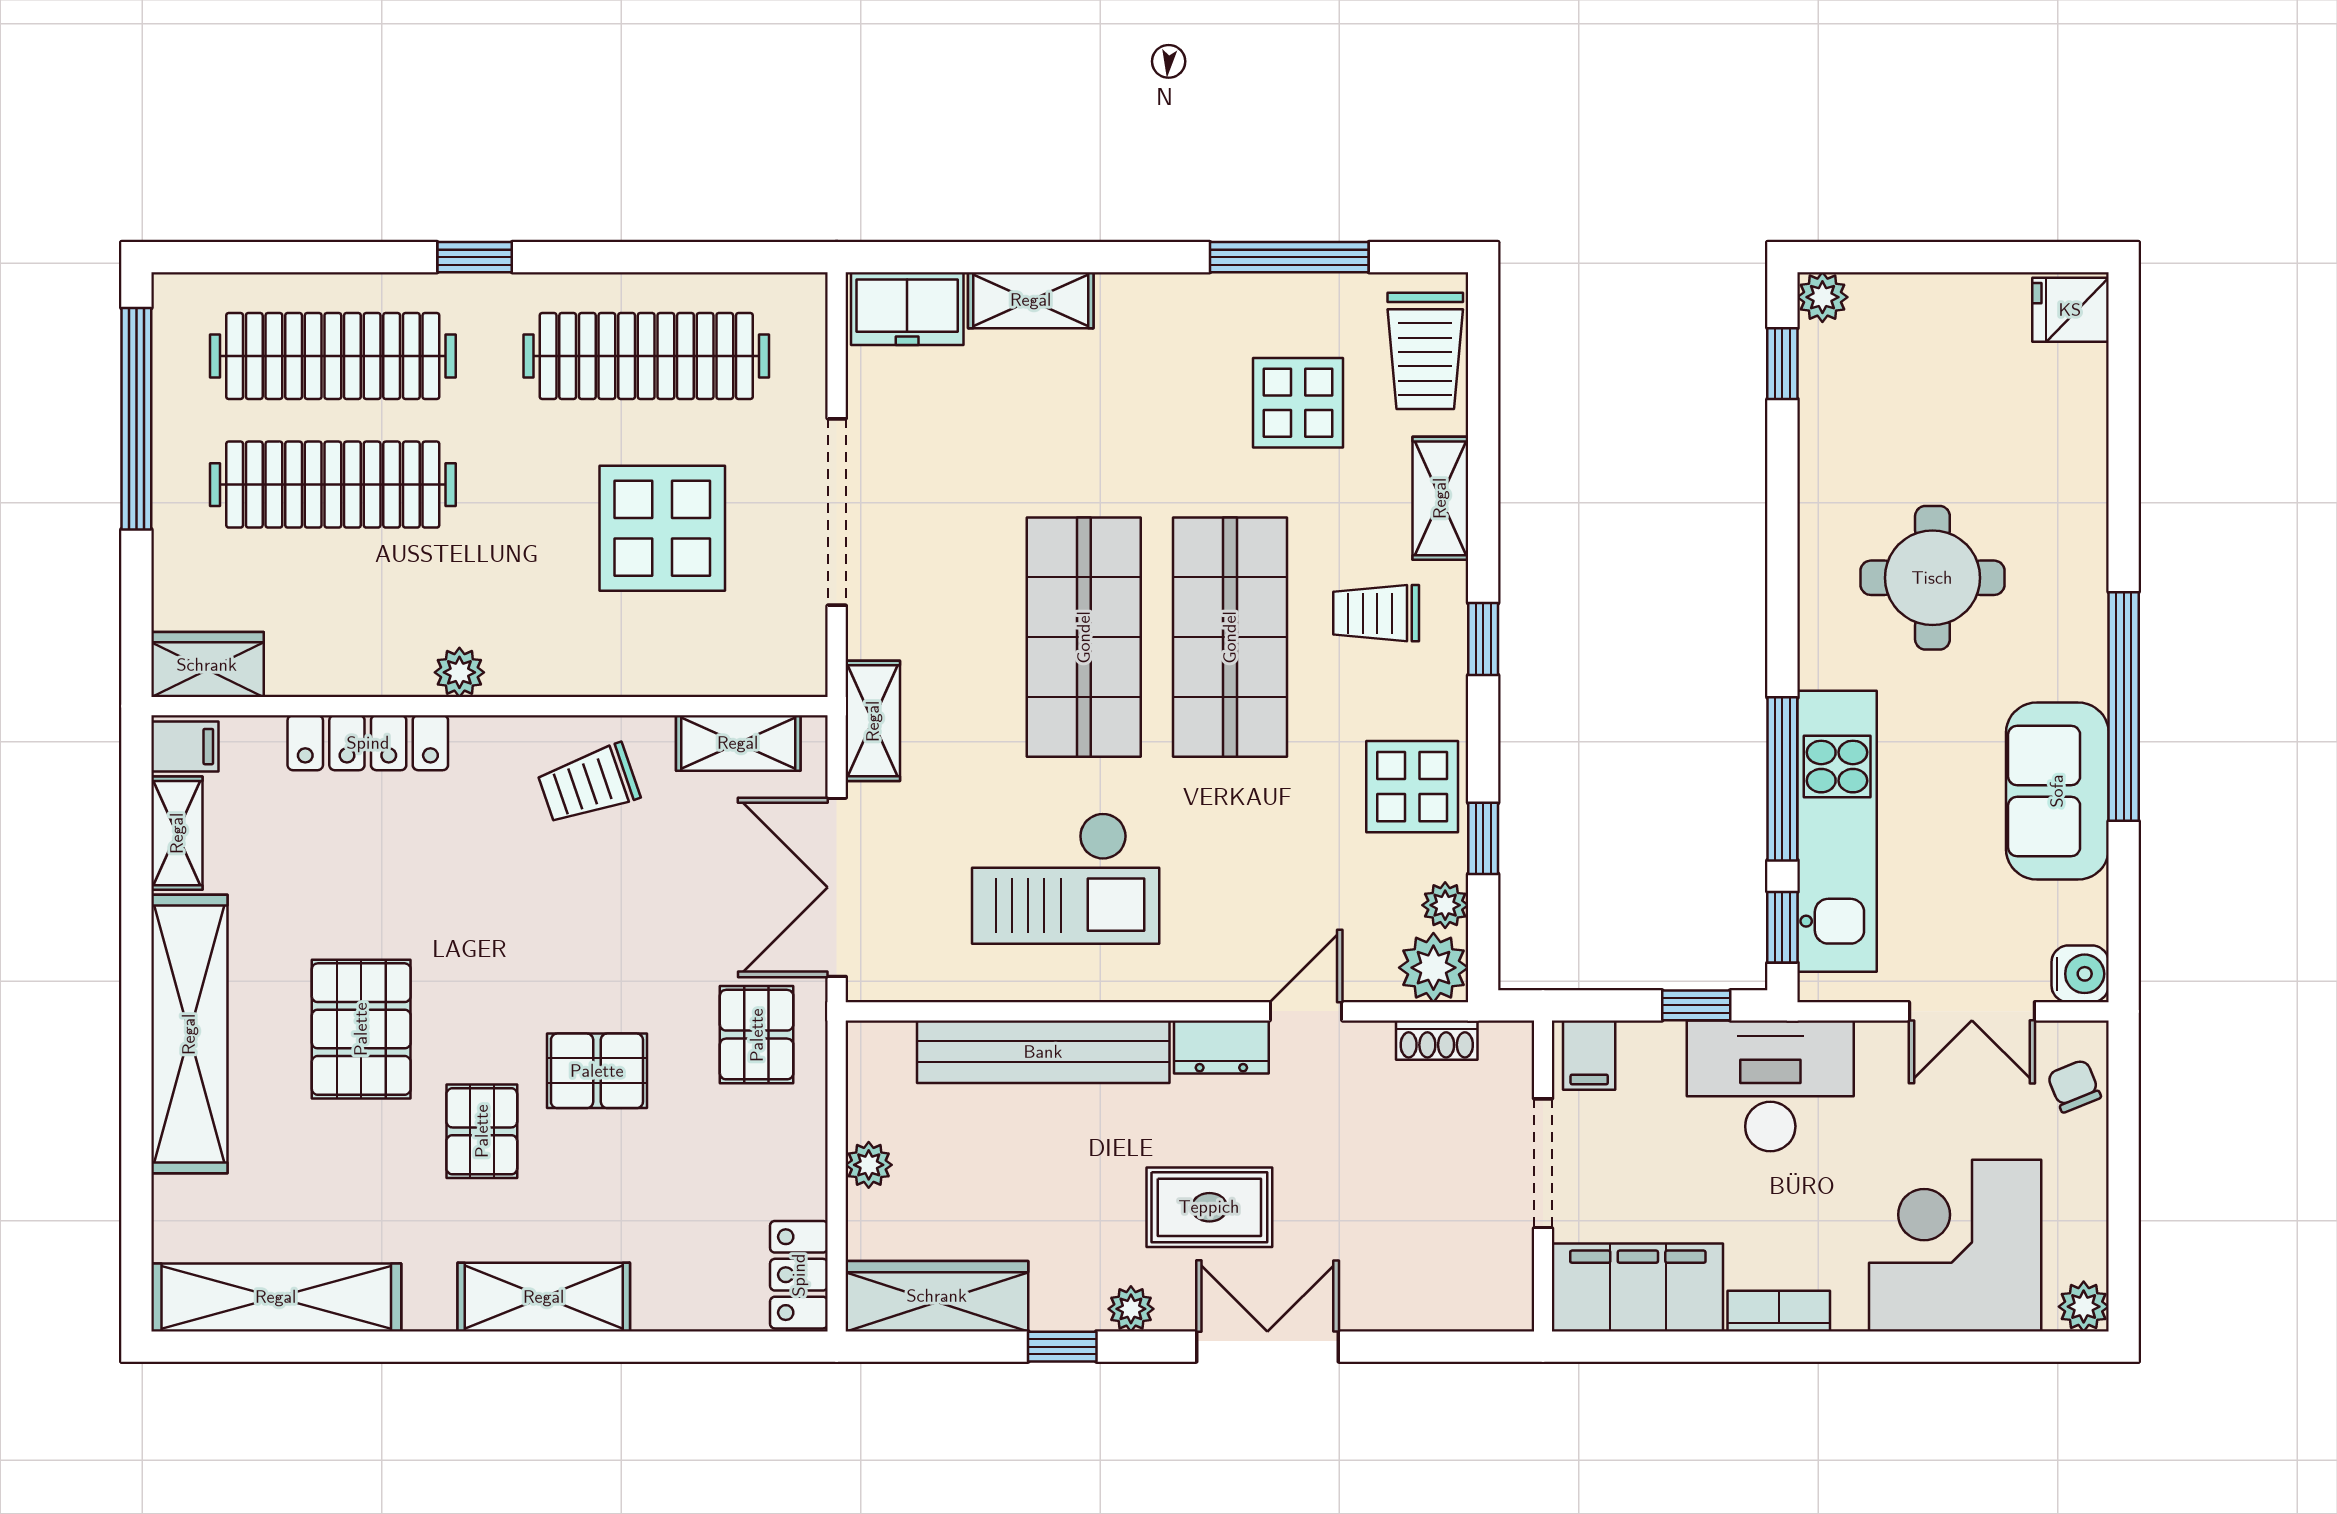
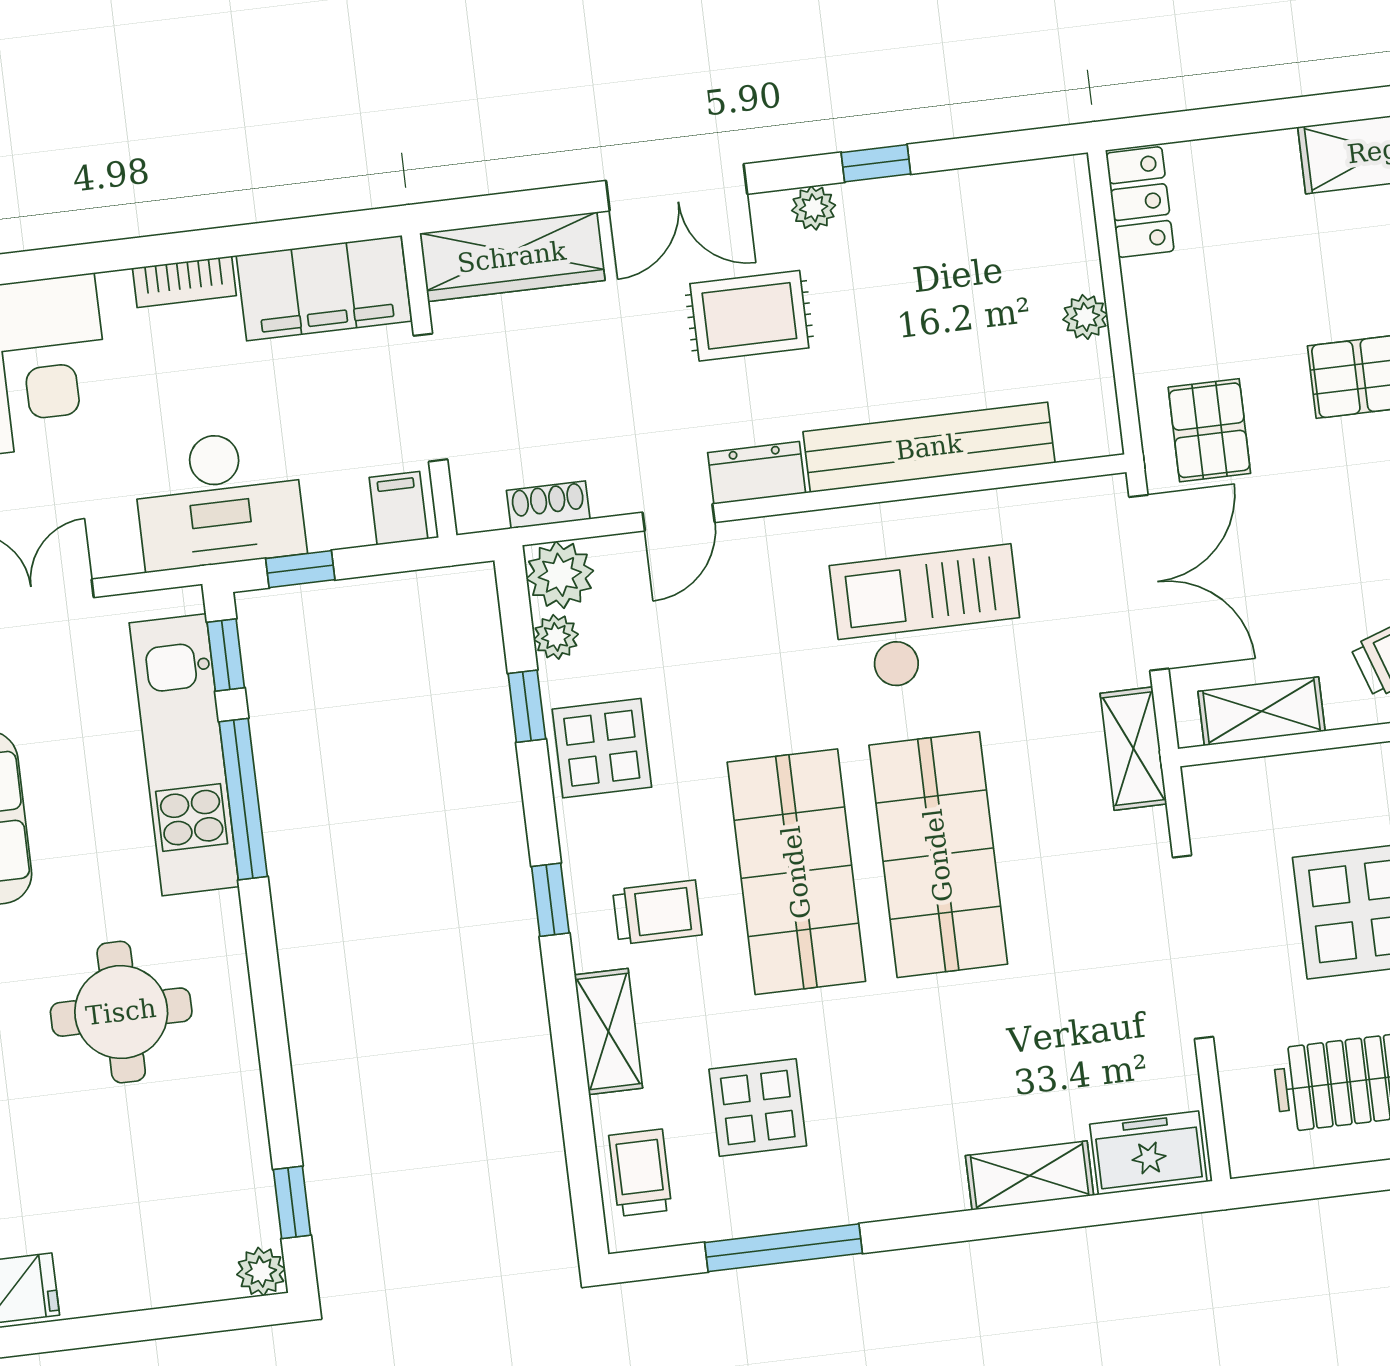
trolley: (1425, 351) -> (640, 1173), width x0.73, depth x0.72
wardrobe: (937, 1296) -> (512, 257), moved

